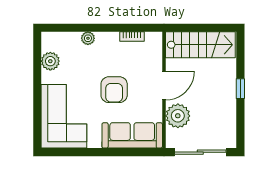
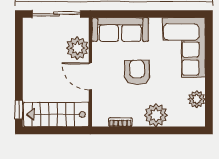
plant: (88, 38) -> (156, 115), width x1.88, depth x1.88
door: (164, 86) -> (90, 76), hinge flipped
window: (240, 89) -> (19, 109), moved

